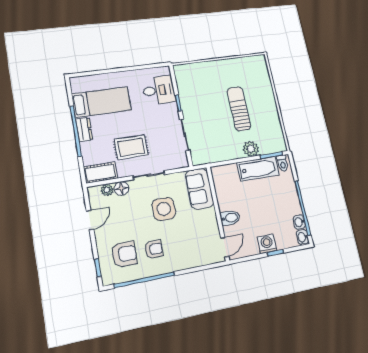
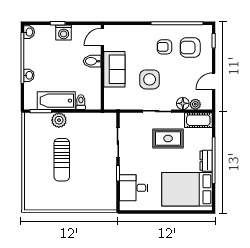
bed: (102, 102) -> (187, 189), width x1.50
toilet: (282, 163) -> (81, 102), moved
sofa: (200, 189) -> (114, 69), moved
washbasin: (299, 222) -> (29, 75), moved

